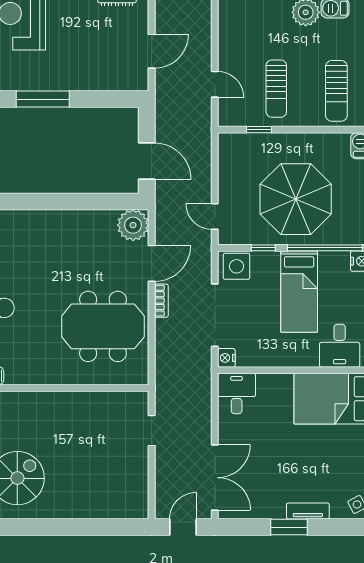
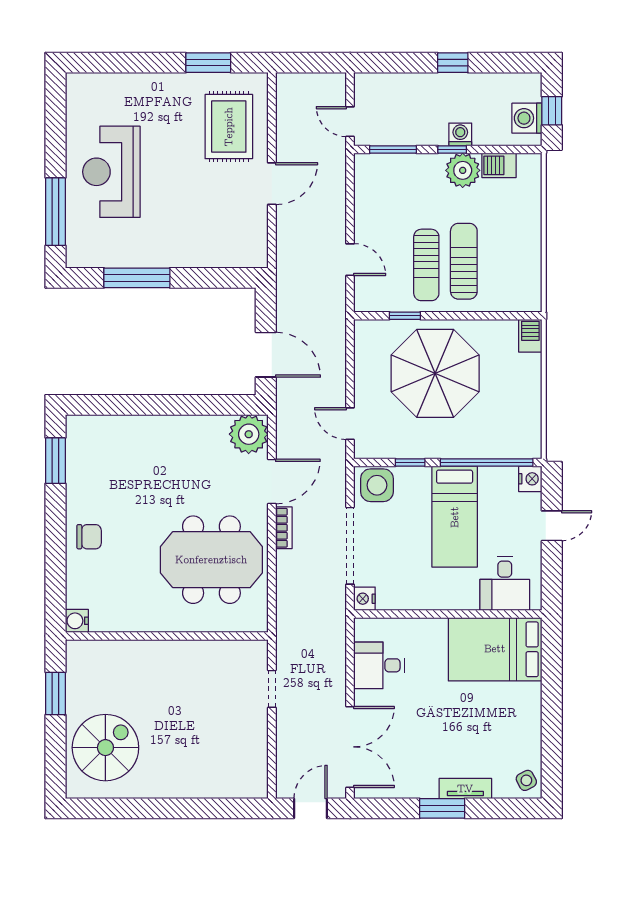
door: (152, 51) -> (272, 184), moved
sun lounger: (336, 91) -> (464, 261), moved, turned 180
parasol: (296, 199) -> (435, 373), moved
desk: (237, 393) -> (379, 665), moved, turned -90

